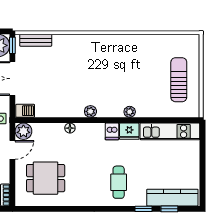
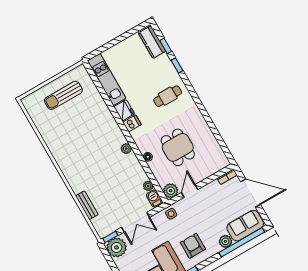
bench: (36, 40) -> (87, 205), moved
plant: (130, 112) -> (148, 186), moved
door: (12, 150) -> (190, 191), hinge flipped
dining table: (46, 178) -> (178, 147), moved
kitchen counter: (172, 198) -> (152, 42), width x0.67

